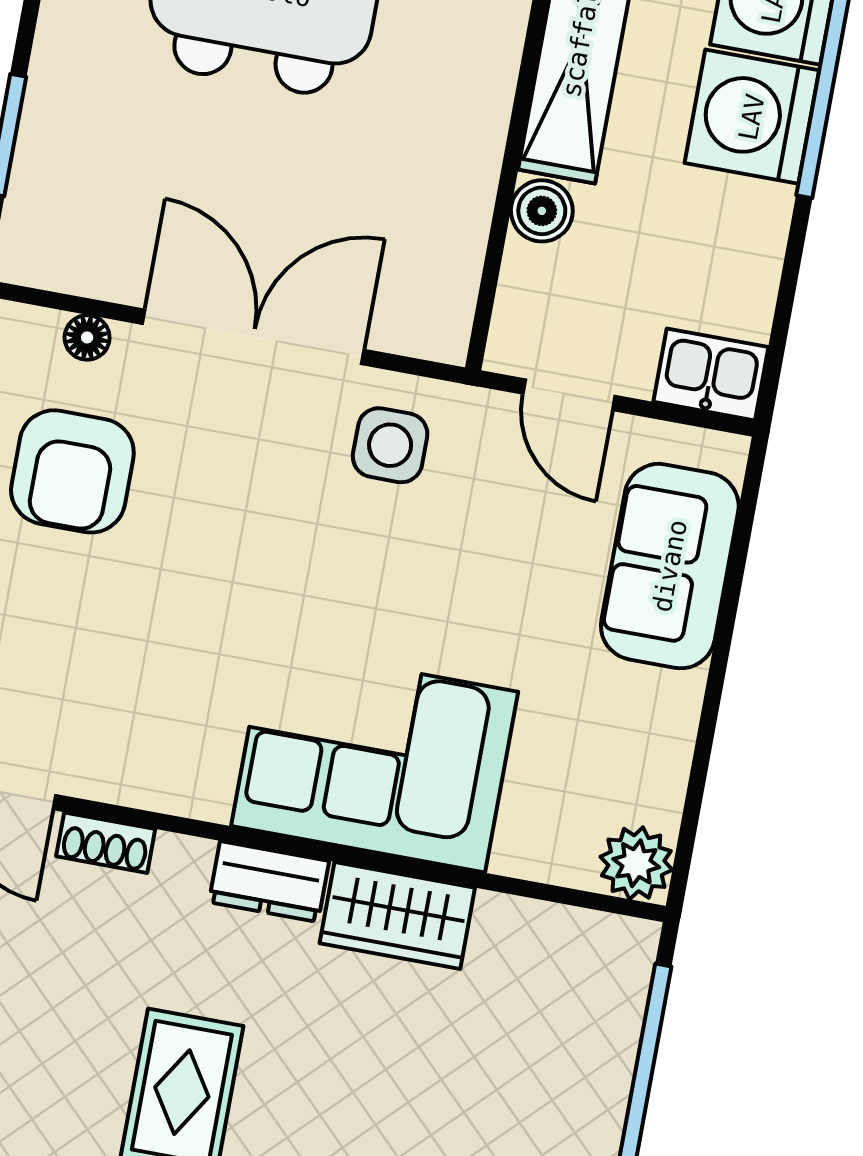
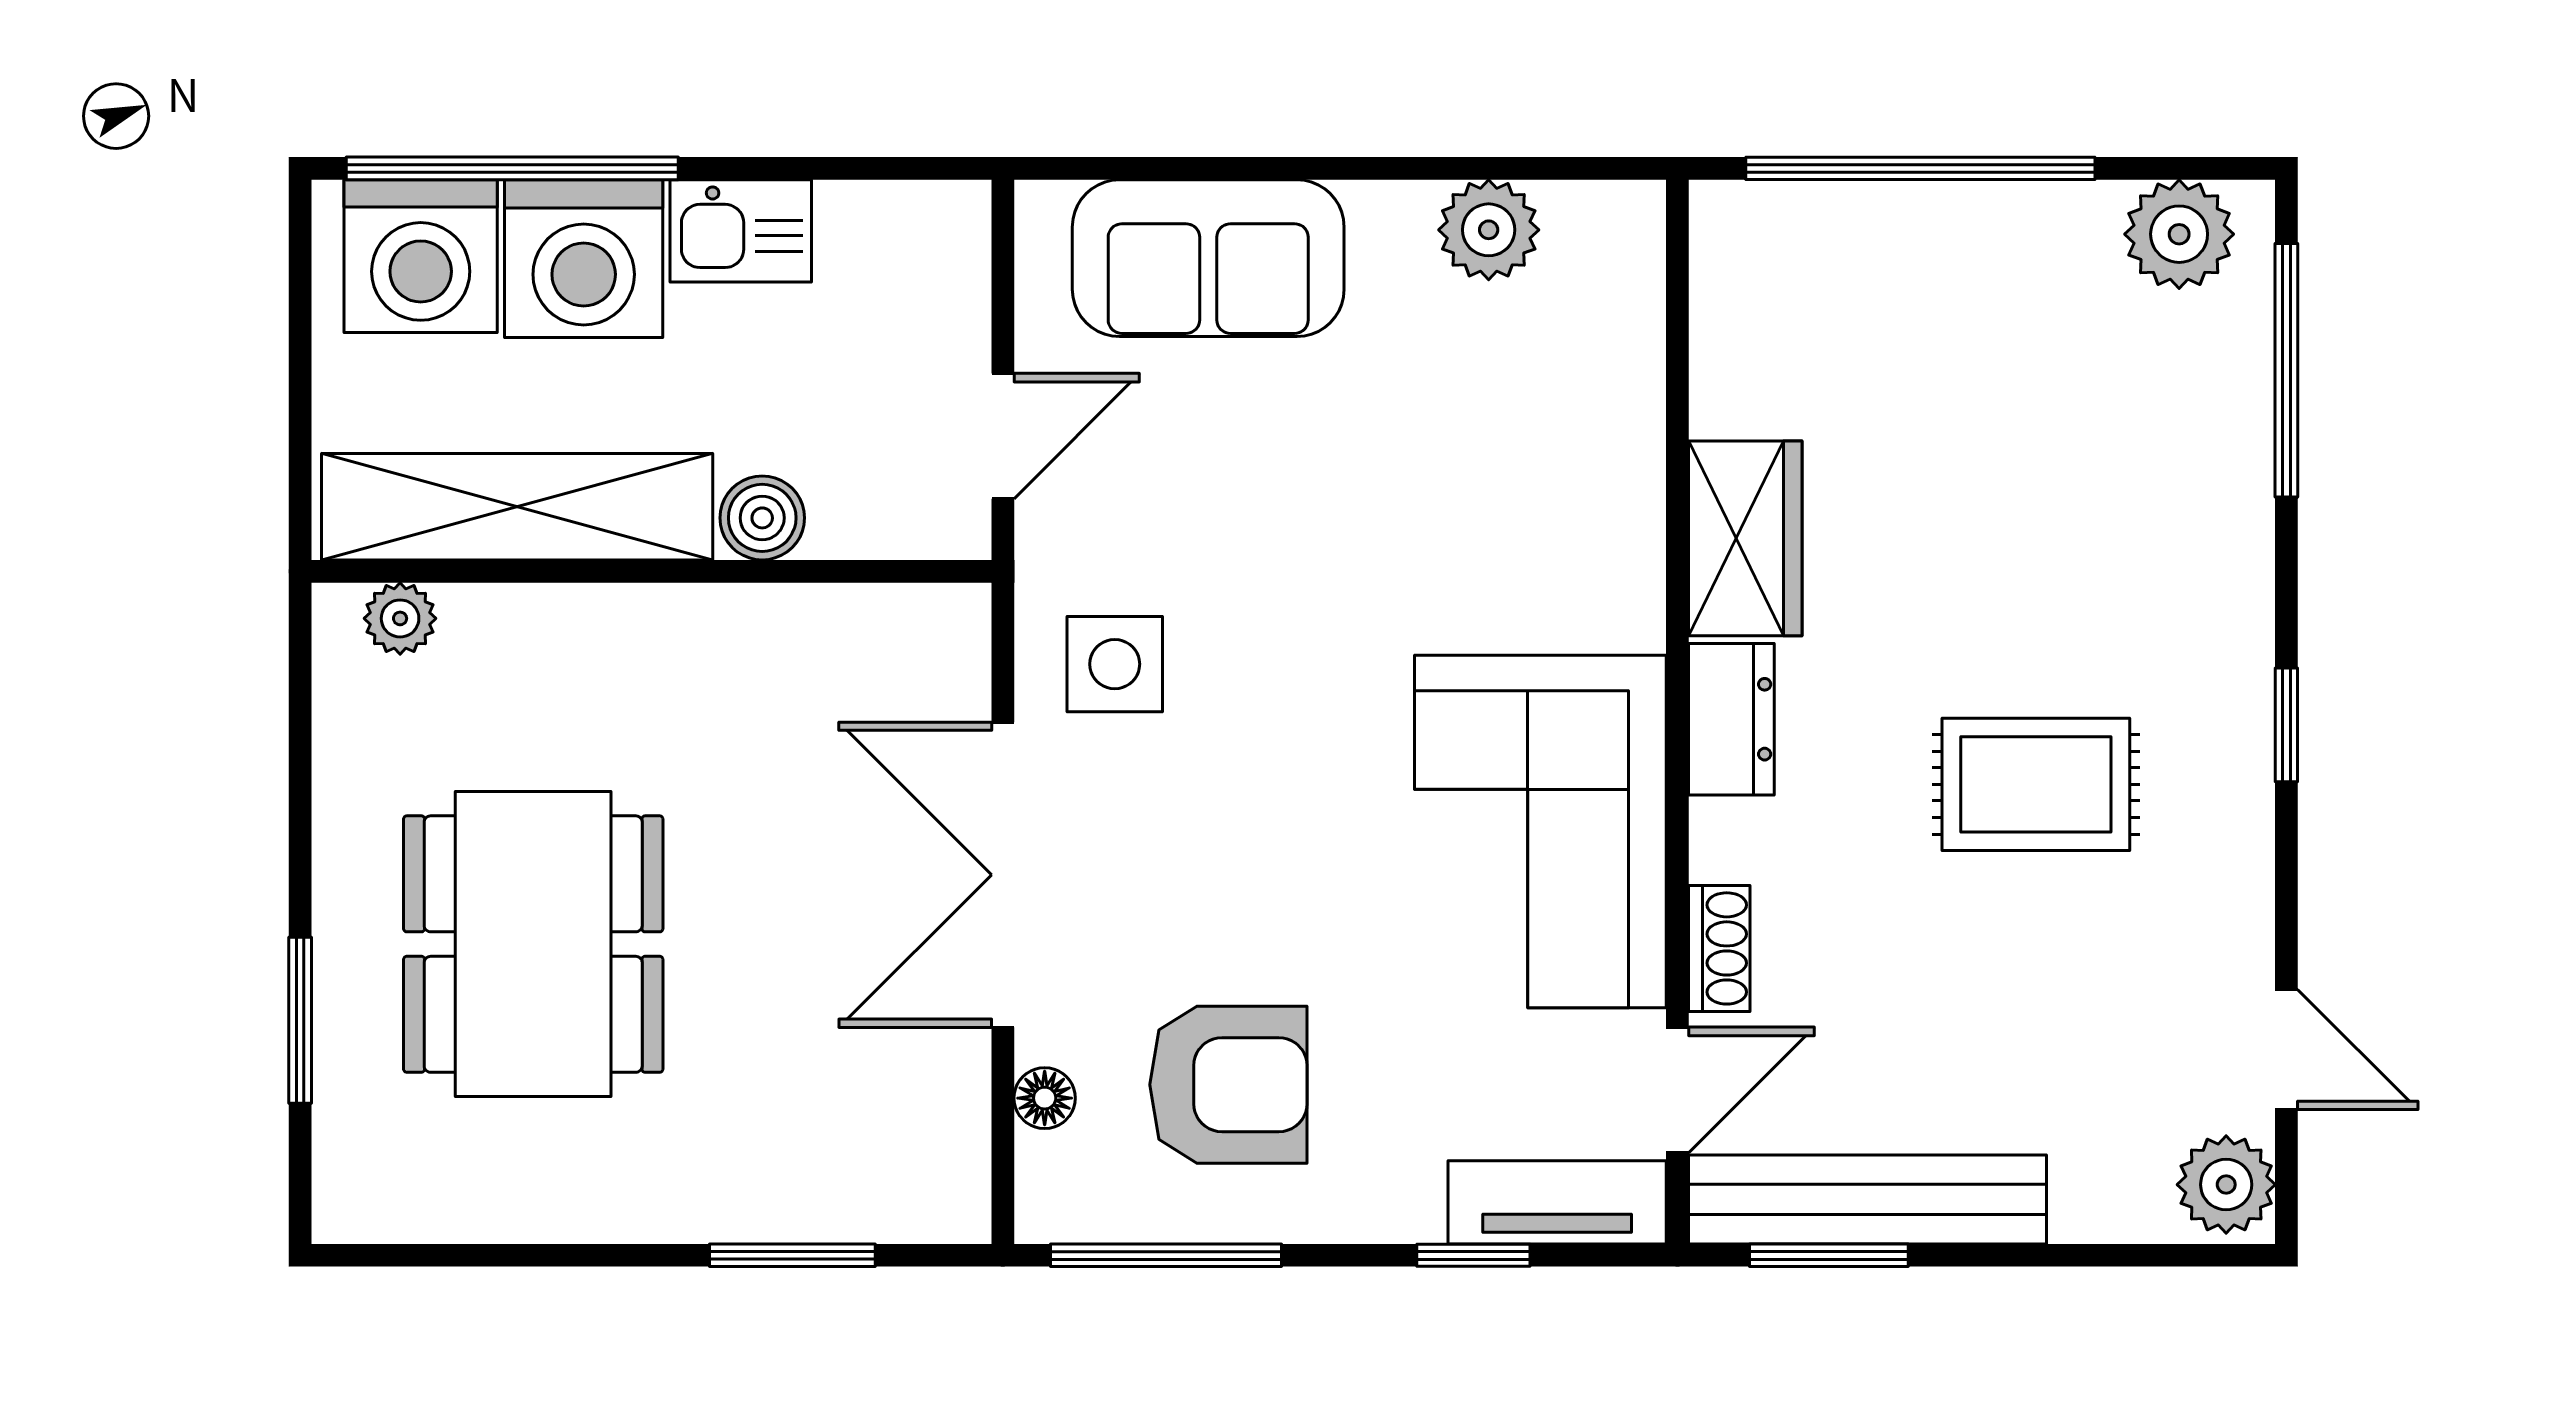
kitchen sink: (711, 374) -> (741, 231), moved, turned -90
corner sofa: (375, 759) -> (1540, 832), moved
plant: (636, 863) -> (1489, 230), moved

